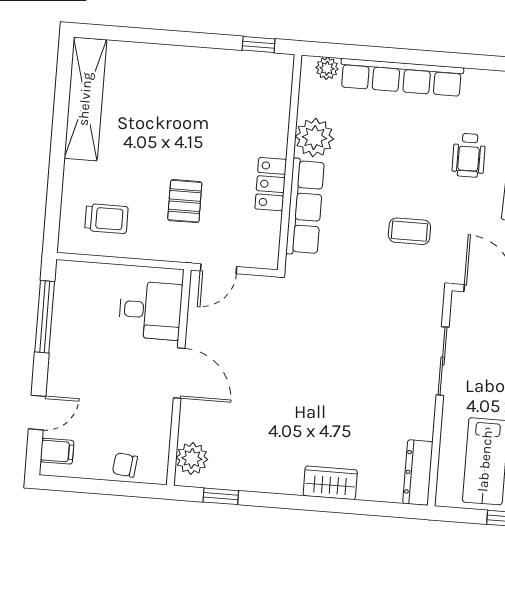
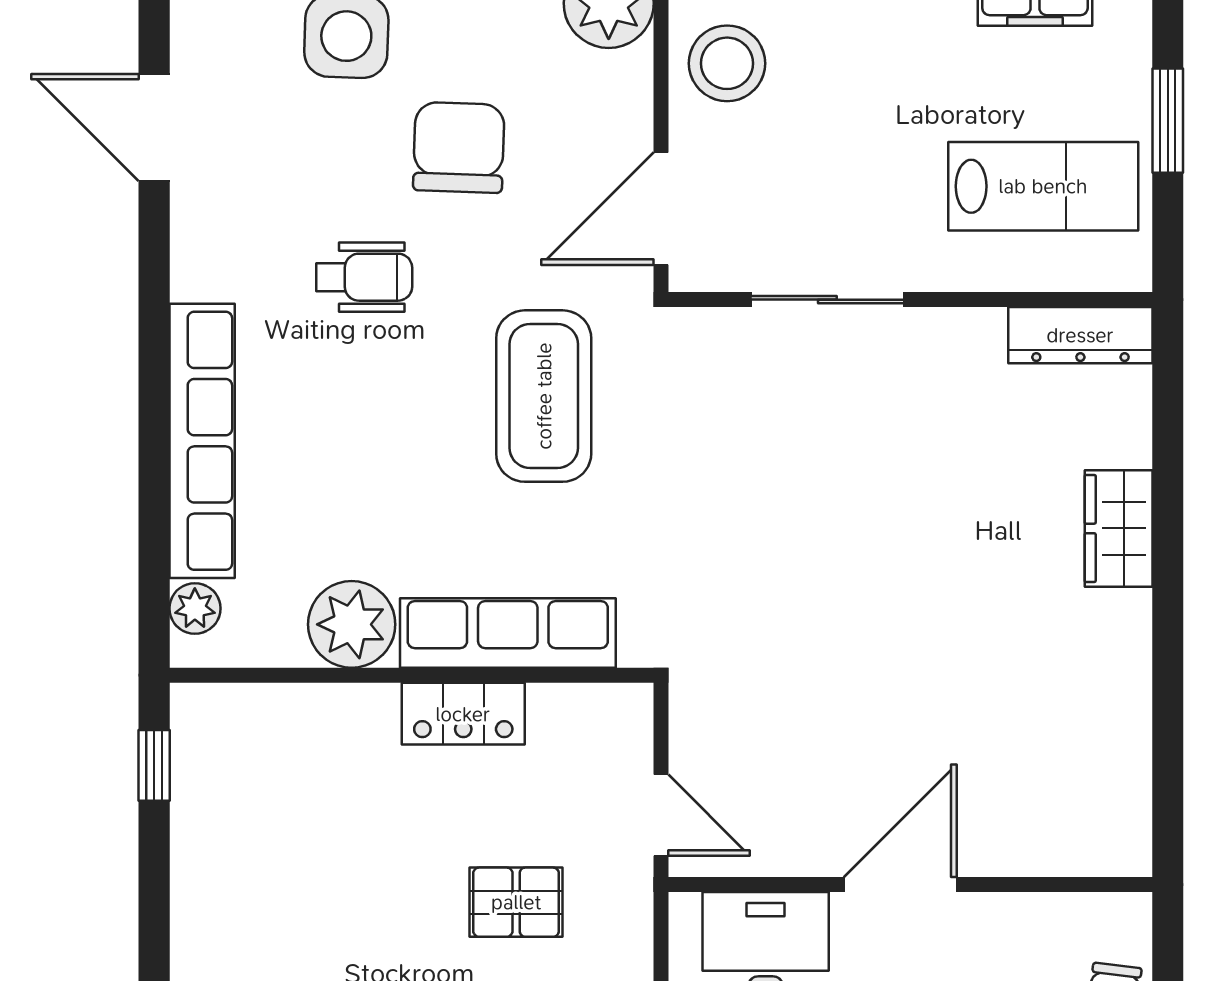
coffee table: (409, 231) -> (544, 396), width x1.86, depth x1.72
plant: (192, 458) -> (1089, 841), removed
window: (221, 496) -> (1168, 770), removed

